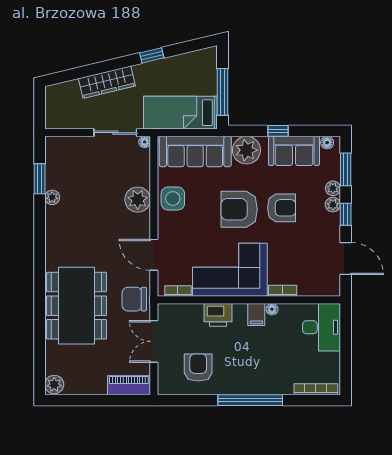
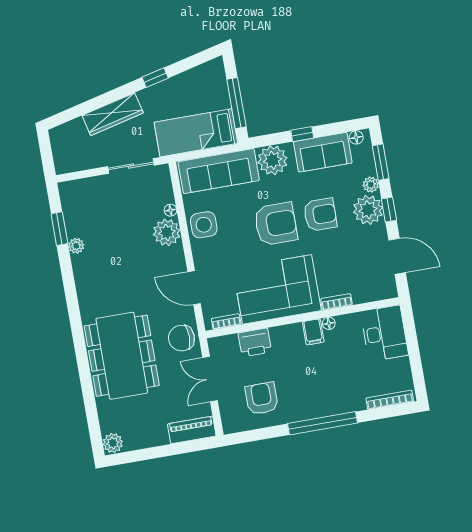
floor lamp: (145, 142) -> (170, 210), moved
plant: (333, 205) -> (368, 210), width x1.88, depth x1.88
armchair: (239, 209) -> (276, 224), turned 180
printer: (218, 315) -> (255, 342), moved

